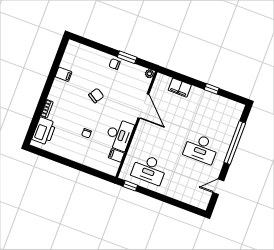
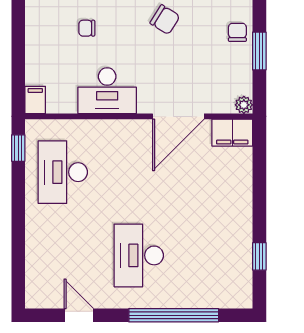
filing cabinet: (180, 88) -> (232, 133), moved, turned -90
window: (212, 89) -> (259, 256), moved
filing cabinet: (116, 155) -> (35, 100), moved

